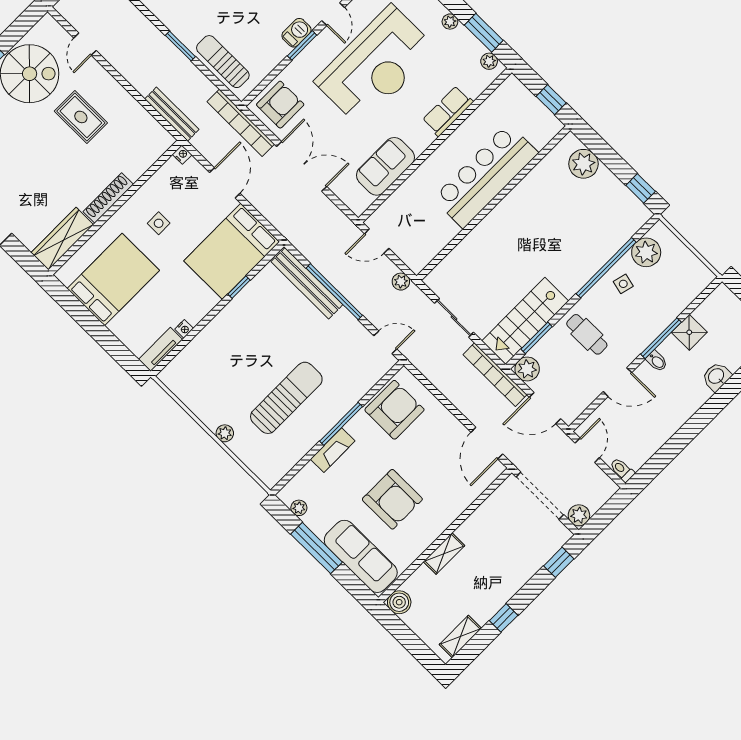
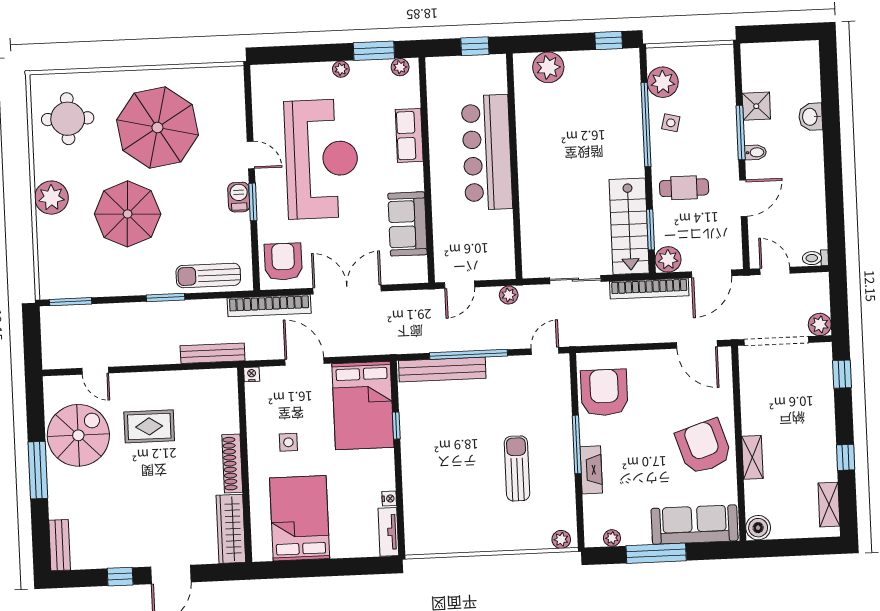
sun lounger: (286, 398) -> (517, 468), width x0.73, depth x0.75
plant: (225, 433) -> (561, 539), moved
armchair: (392, 499) -> (704, 447), moved, turned -108

